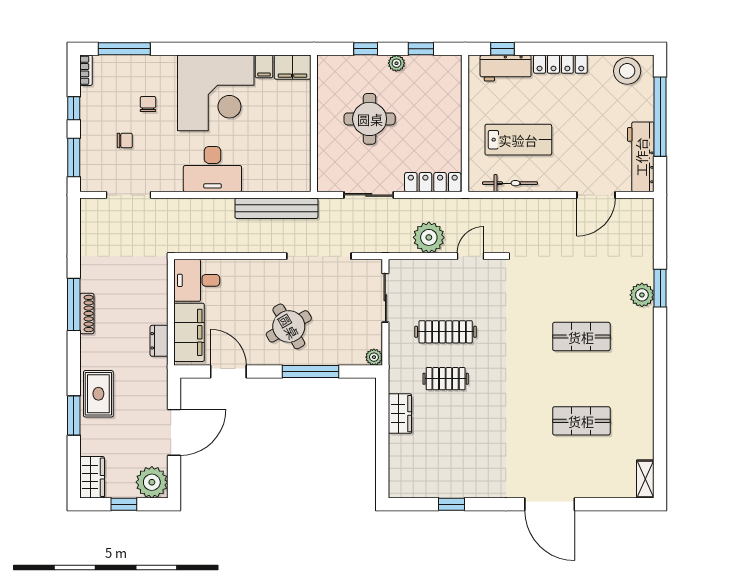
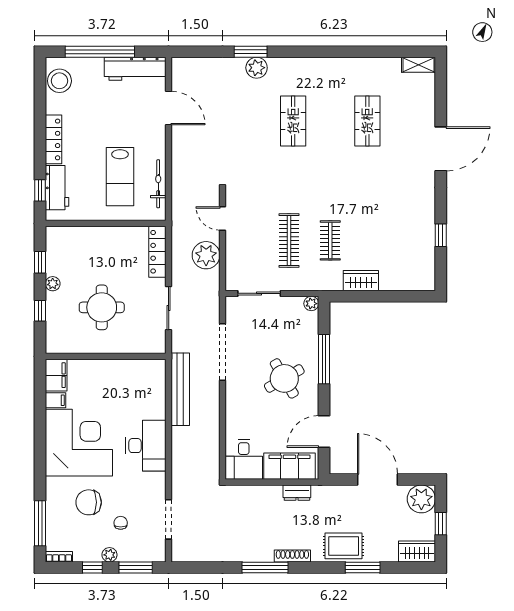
chair: (148, 104) -> (89, 502), width x1.87, depth x1.87
plant: (88, 128) -> (109, 555), added
lab bench: (518, 140) -> (120, 177), turned 180
shoe rack: (87, 313) -> (292, 556), moved

